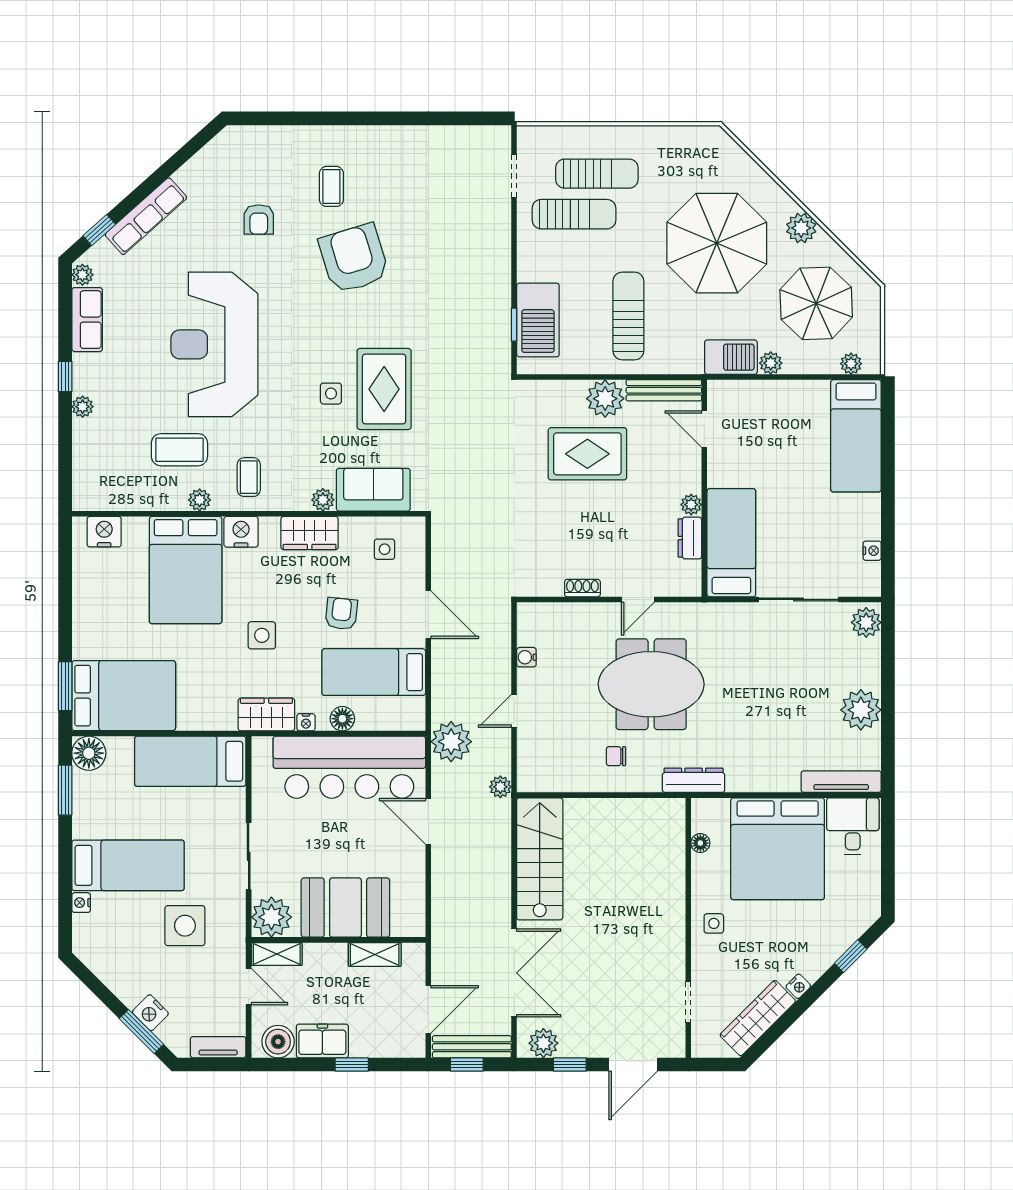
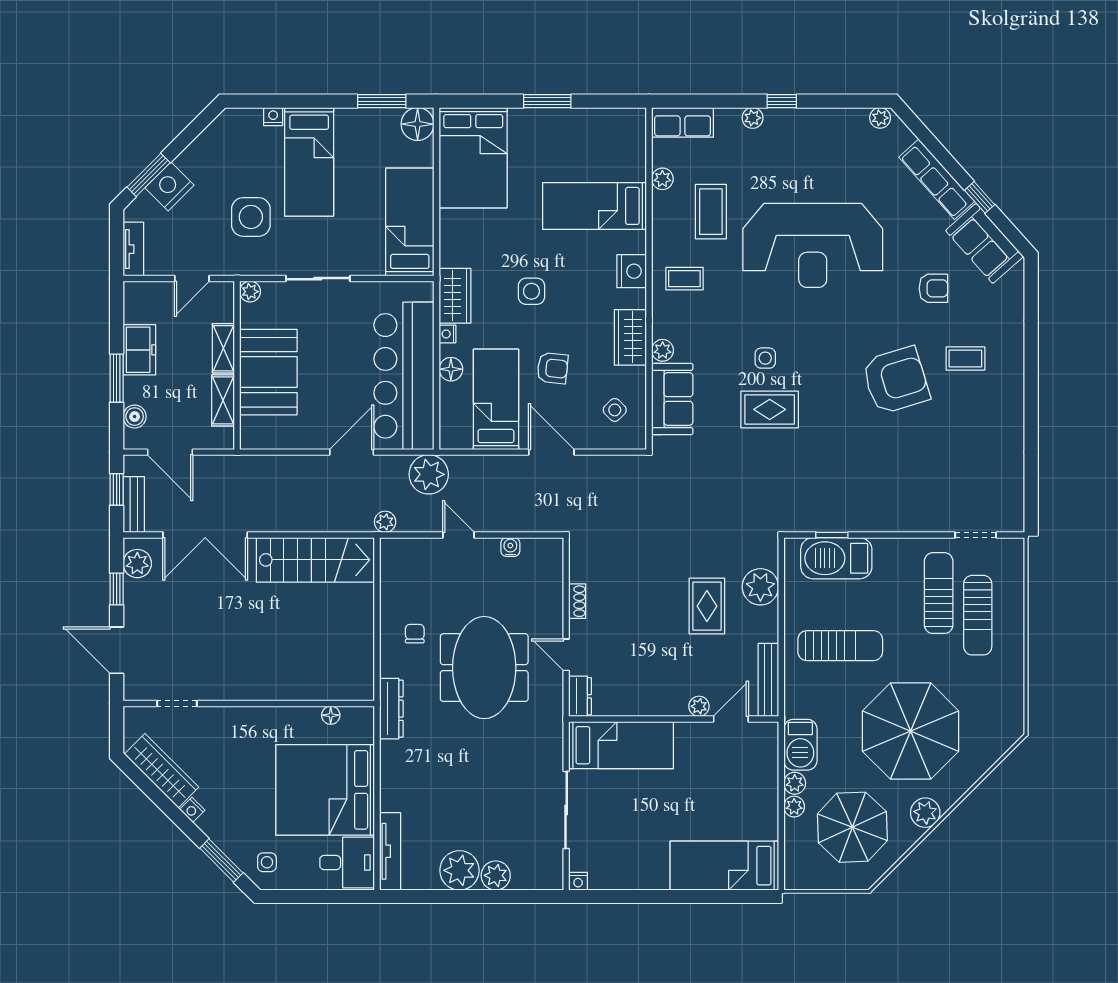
sofa: (212, 167) -> (984, 243), added
sun lounger: (574, 214) -> (939, 593), turned 180
armchair: (259, 220) -> (933, 288), turned 180
window: (99, 230) -> (980, 197), moved
row of seats: (87, 320) -> (683, 122), moved
reception desk: (214, 344) -> (813, 245), turned 180
plant: (851, 364) -> (794, 807), moved
rug: (384, 389) -> (770, 409), width x0.73, depth x0.70
plant: (605, 399) -> (760, 587), moved
rug: (587, 454) -> (707, 606), width x0.73, depth x0.70
plant: (200, 500) -> (662, 179), moved
plant: (691, 505) -> (699, 706), moved
nightstand: (104, 532) -> (632, 139), removed
dresser: (690, 538) -> (580, 696), moved, turned 90
side table: (385, 549) -> (615, 410), turned 45
nightstand: (872, 551) -> (578, 881), moved
bed: (186, 570) -> (595, 206), width x0.67
door: (428, 615) -> (551, 452), swing flipped
plant: (866, 622) -> (496, 875), moved
window: (65, 686) -> (547, 101), moved
plant: (271, 917) -> (250, 292), width x0.53, depth x0.53
side table: (714, 923) -> (267, 862), moved
shelving: (277, 954) -> (223, 348), moved
window: (851, 956) -> (221, 861), width x1.50
nightstand: (150, 1013) -> (170, 186), width x1.36, depth x1.33
boiler: (278, 1042) -> (135, 417), moved, width x0.73, depth x0.73
bench: (472, 1047) -> (134, 504), width x0.73
window: (352, 1065) -> (117, 378), width x1.50

